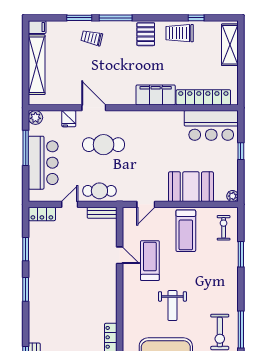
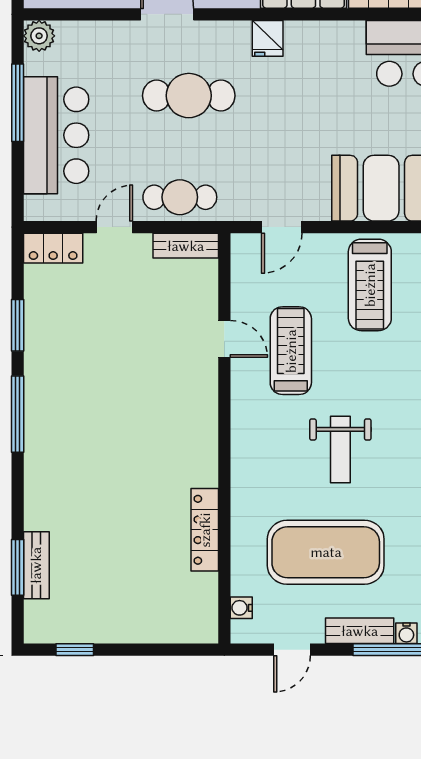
fridge: (69, 119) -> (268, 38), moved
window: (26, 289) -> (18, 414), width x1.44

